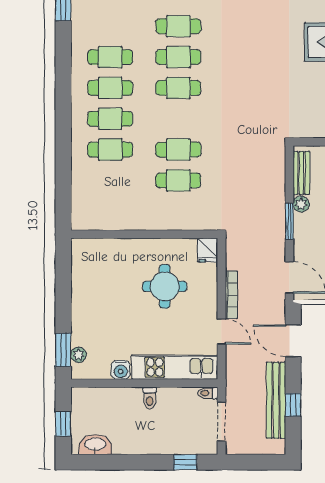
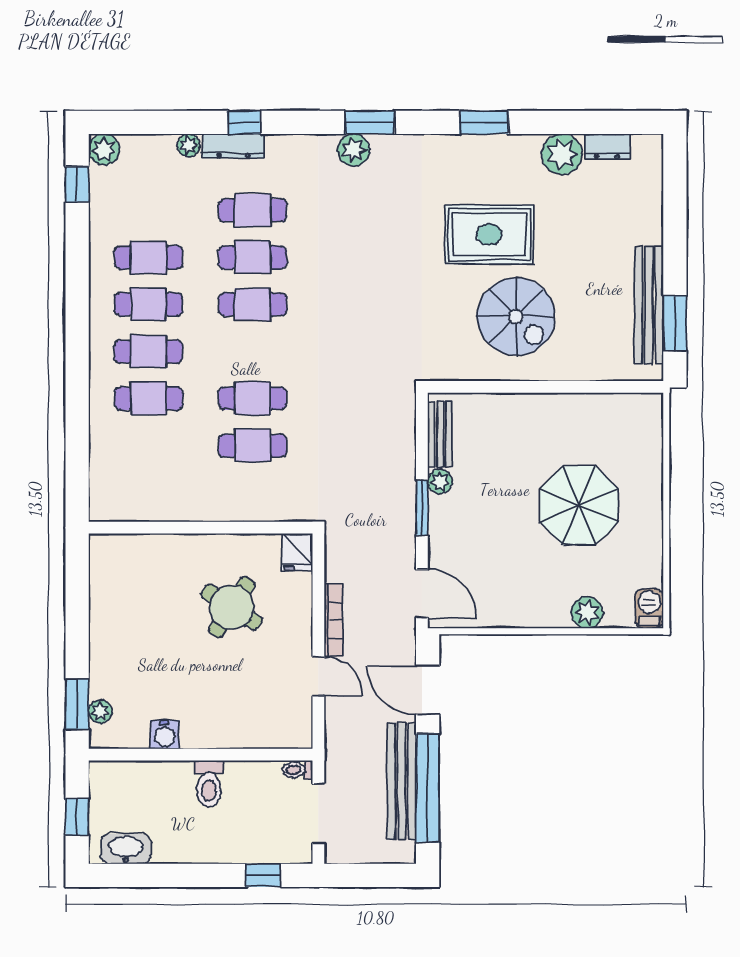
round table: (165, 286) -> (232, 607), turned 33
kitchen unit: (175, 367) -> (247, 730), removed
toilet: (150, 398) -> (209, 784), width x1.37, depth x1.39
window: (293, 405) -> (428, 788), width x3.17

